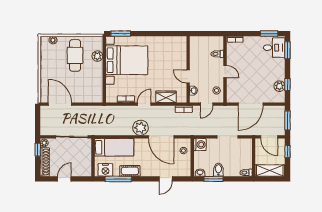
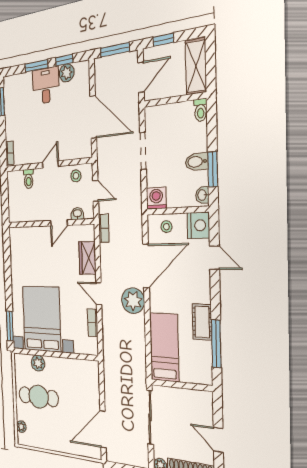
desk: (274, 48) -> (46, 86), moved
window: (287, 50) -> (36, 66), moved
nightstand: (105, 170) -> (198, 225), moved

